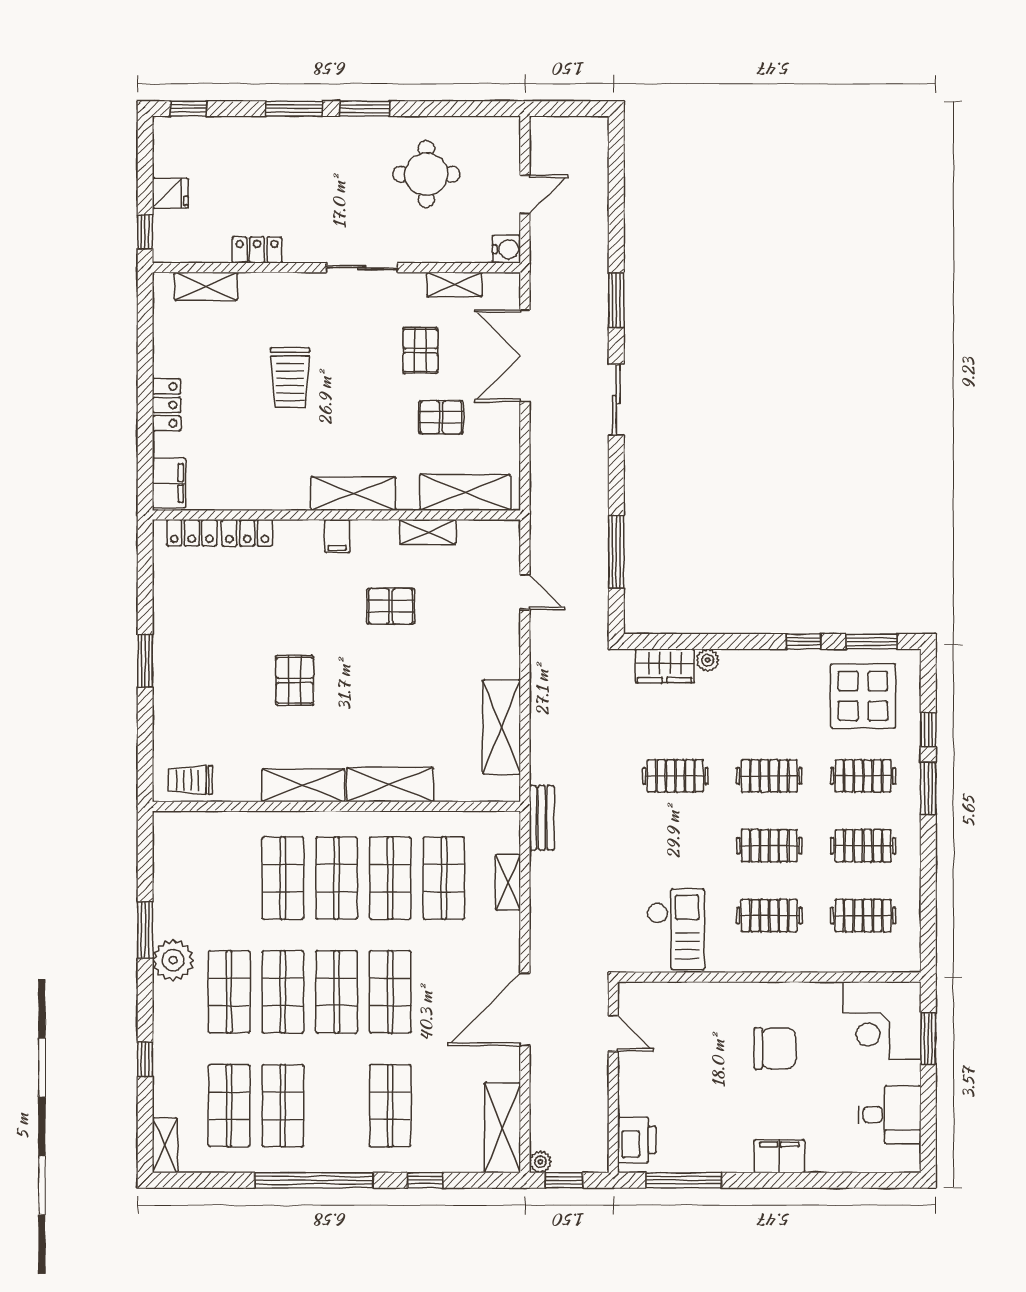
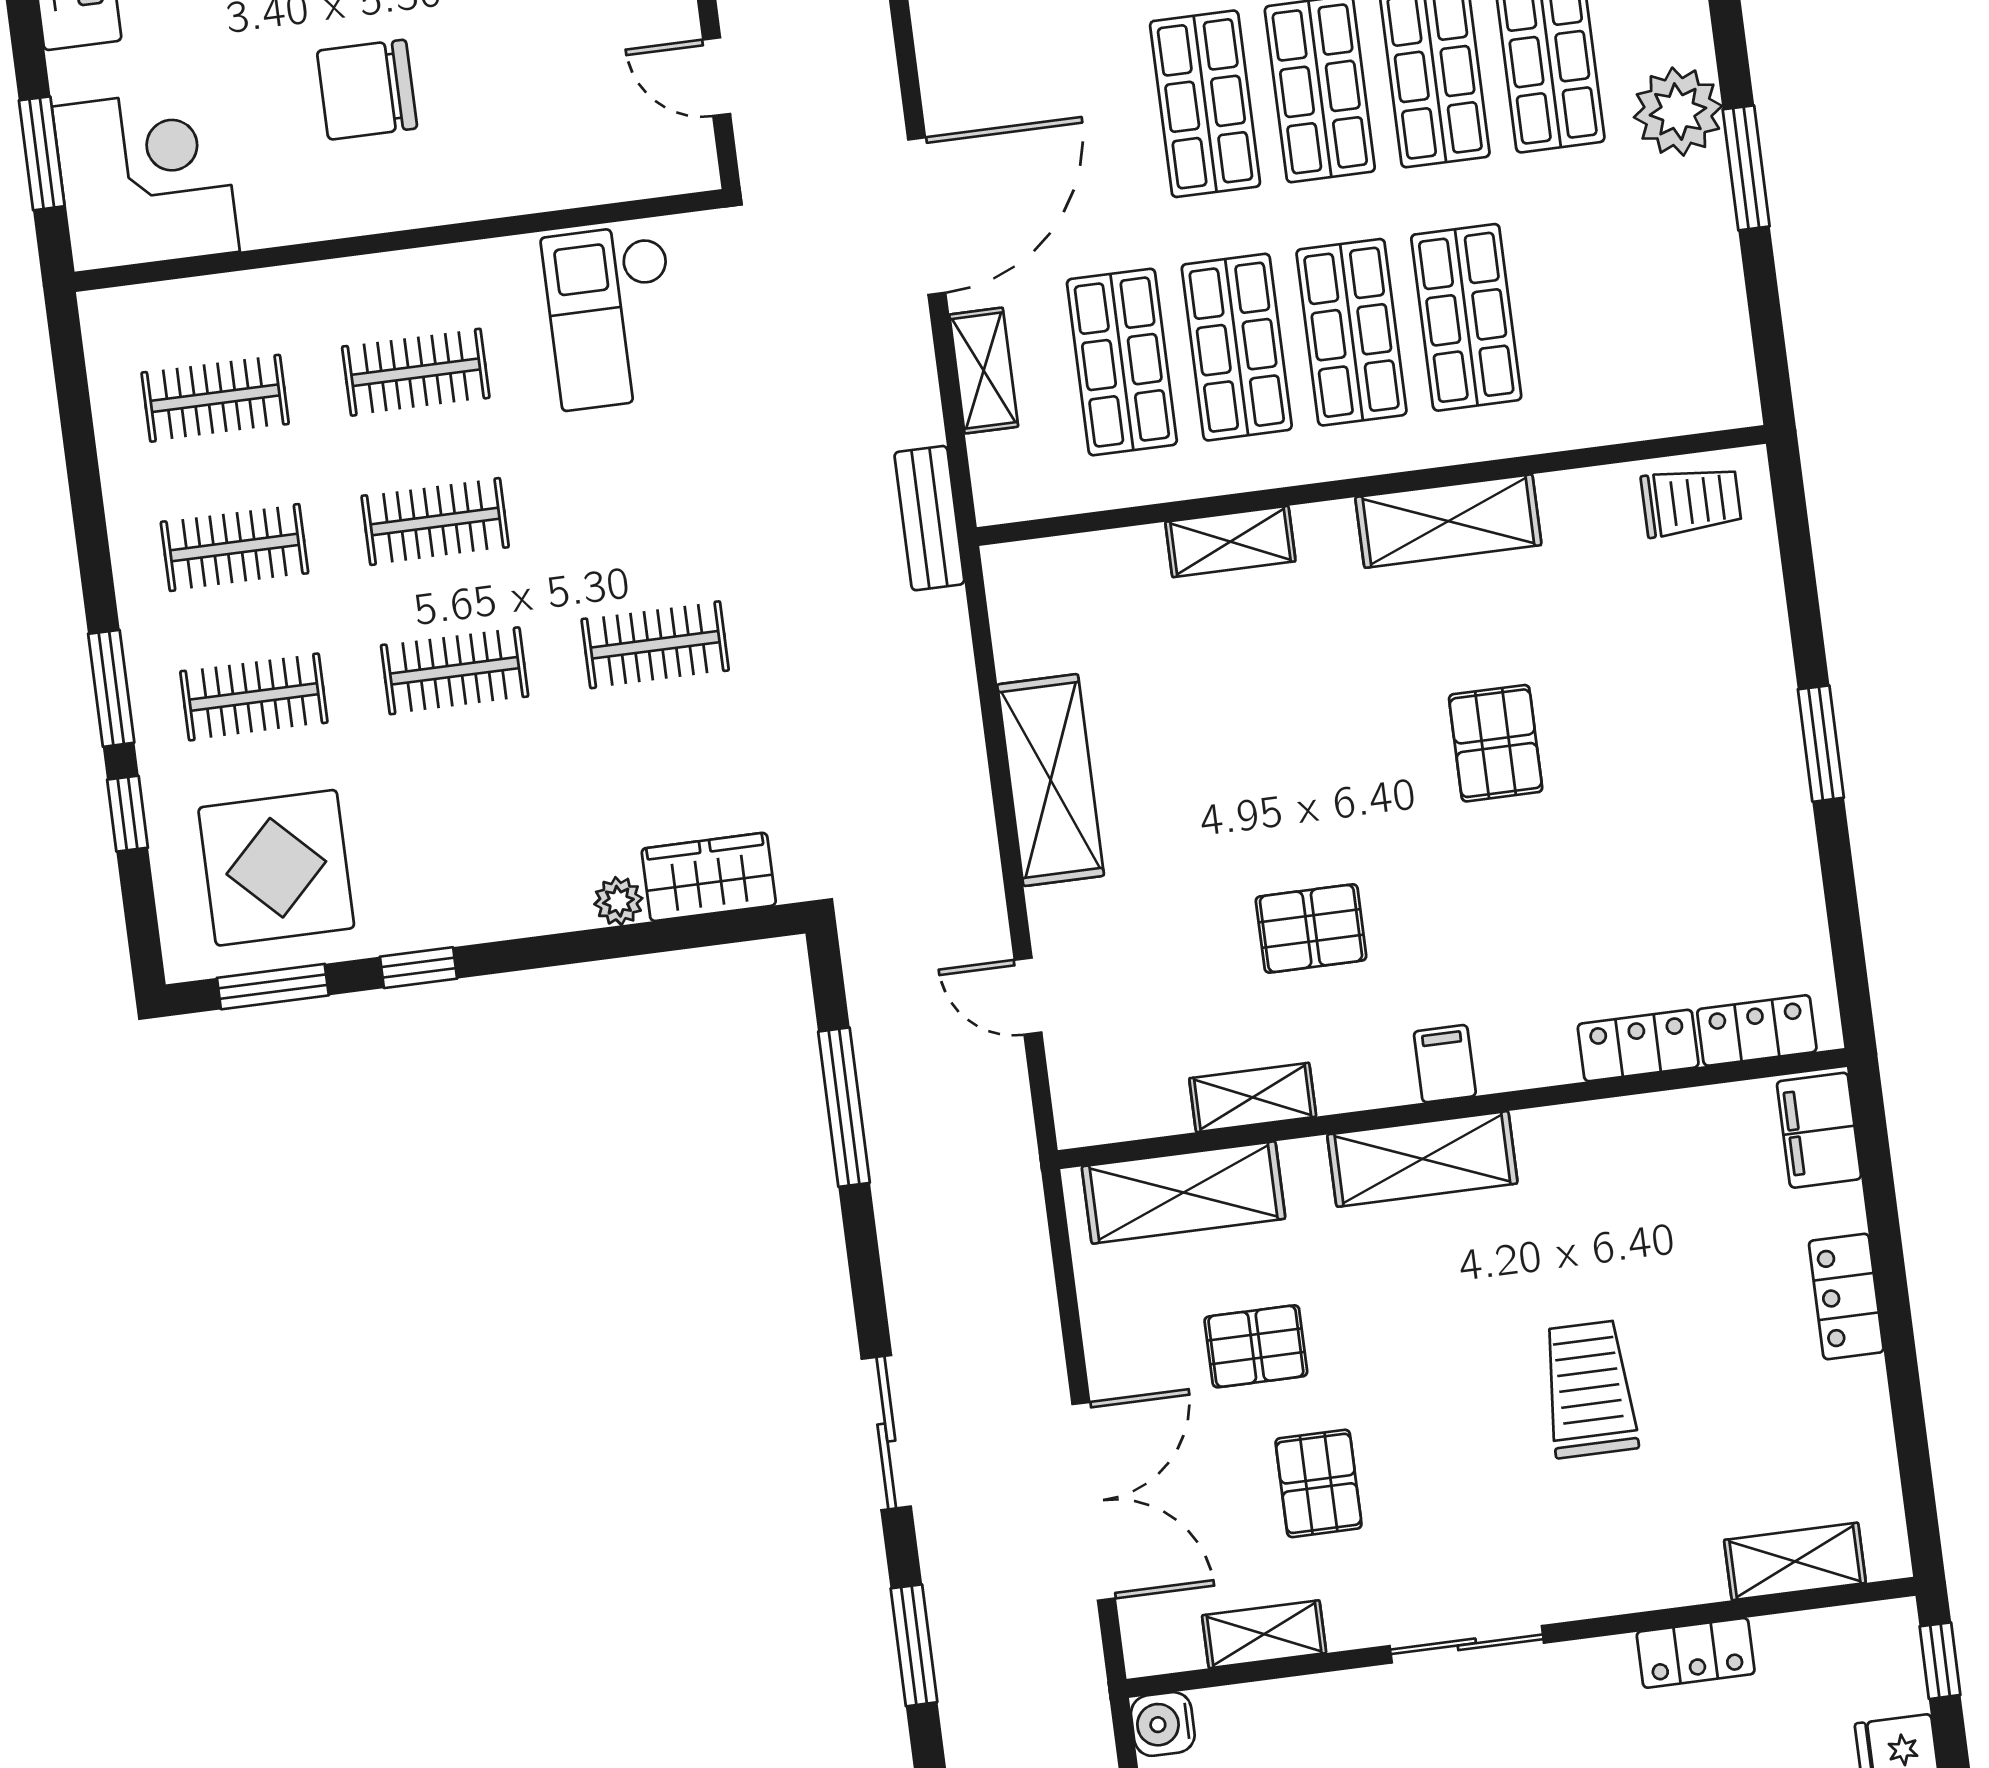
shelving: (502, 727) -> (1051, 780), moved
shelving: (390, 785) -> (1230, 542), width x0.67, depth x0.75
door: (525, 1009) -> (927, 216), moved

